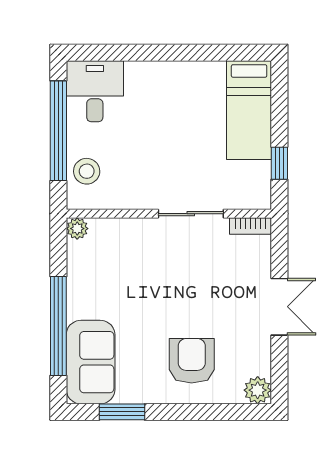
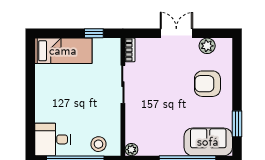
plant: (258, 390) -> (207, 46), moved

